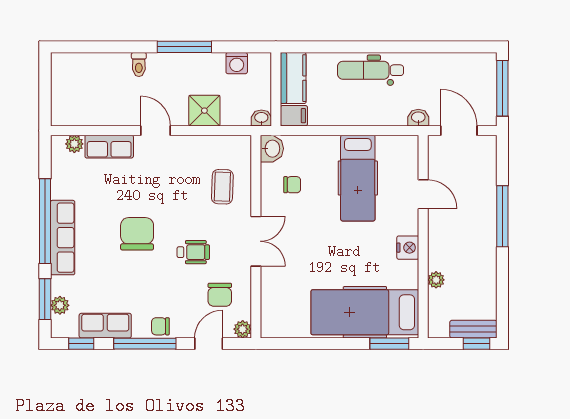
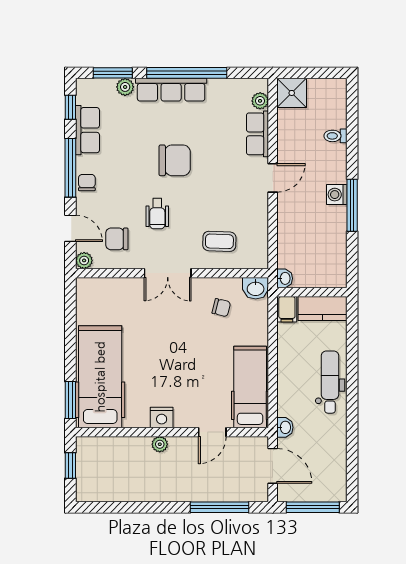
washing machine: (237, 63) -> (337, 195), moved
toilet: (139, 64) -> (335, 136), moved
shower: (204, 111) -> (292, 93), moved
door: (459, 131) -> (273, 466), hinge flipped
hospital bed: (358, 178) -> (250, 387), moved, turned 90
chair: (292, 185) -> (221, 308), turned -76
window: (502, 216) -> (220, 507), moved
plant: (436, 280) -> (160, 444), moved
plant: (60, 305) -> (125, 87), moved
bench: (473, 329) -> (84, 480), removed
window: (476, 344) -> (70, 465), moved

